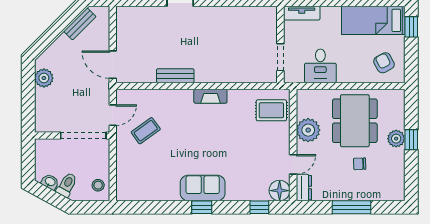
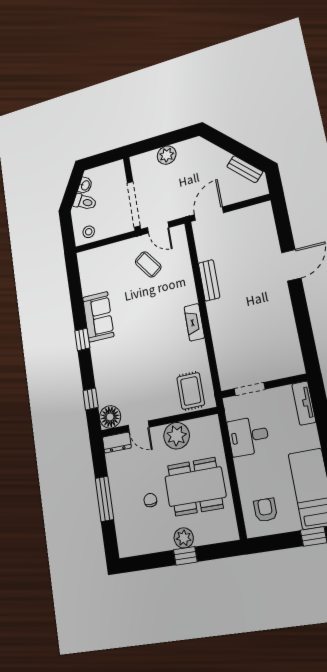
armchair: (384, 63) -> (265, 510), turned -62
plant: (44, 78) -> (167, 155), moved
sofa: (203, 188) -> (98, 317), moved

